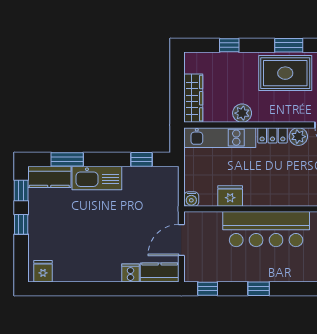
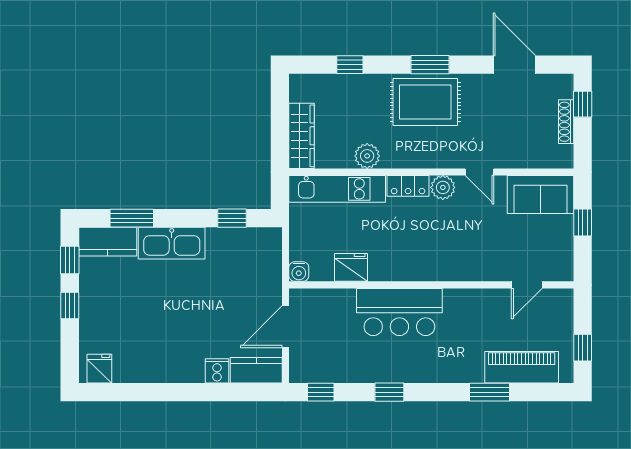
bar counter: (266, 229) -> (399, 312), width x0.73

